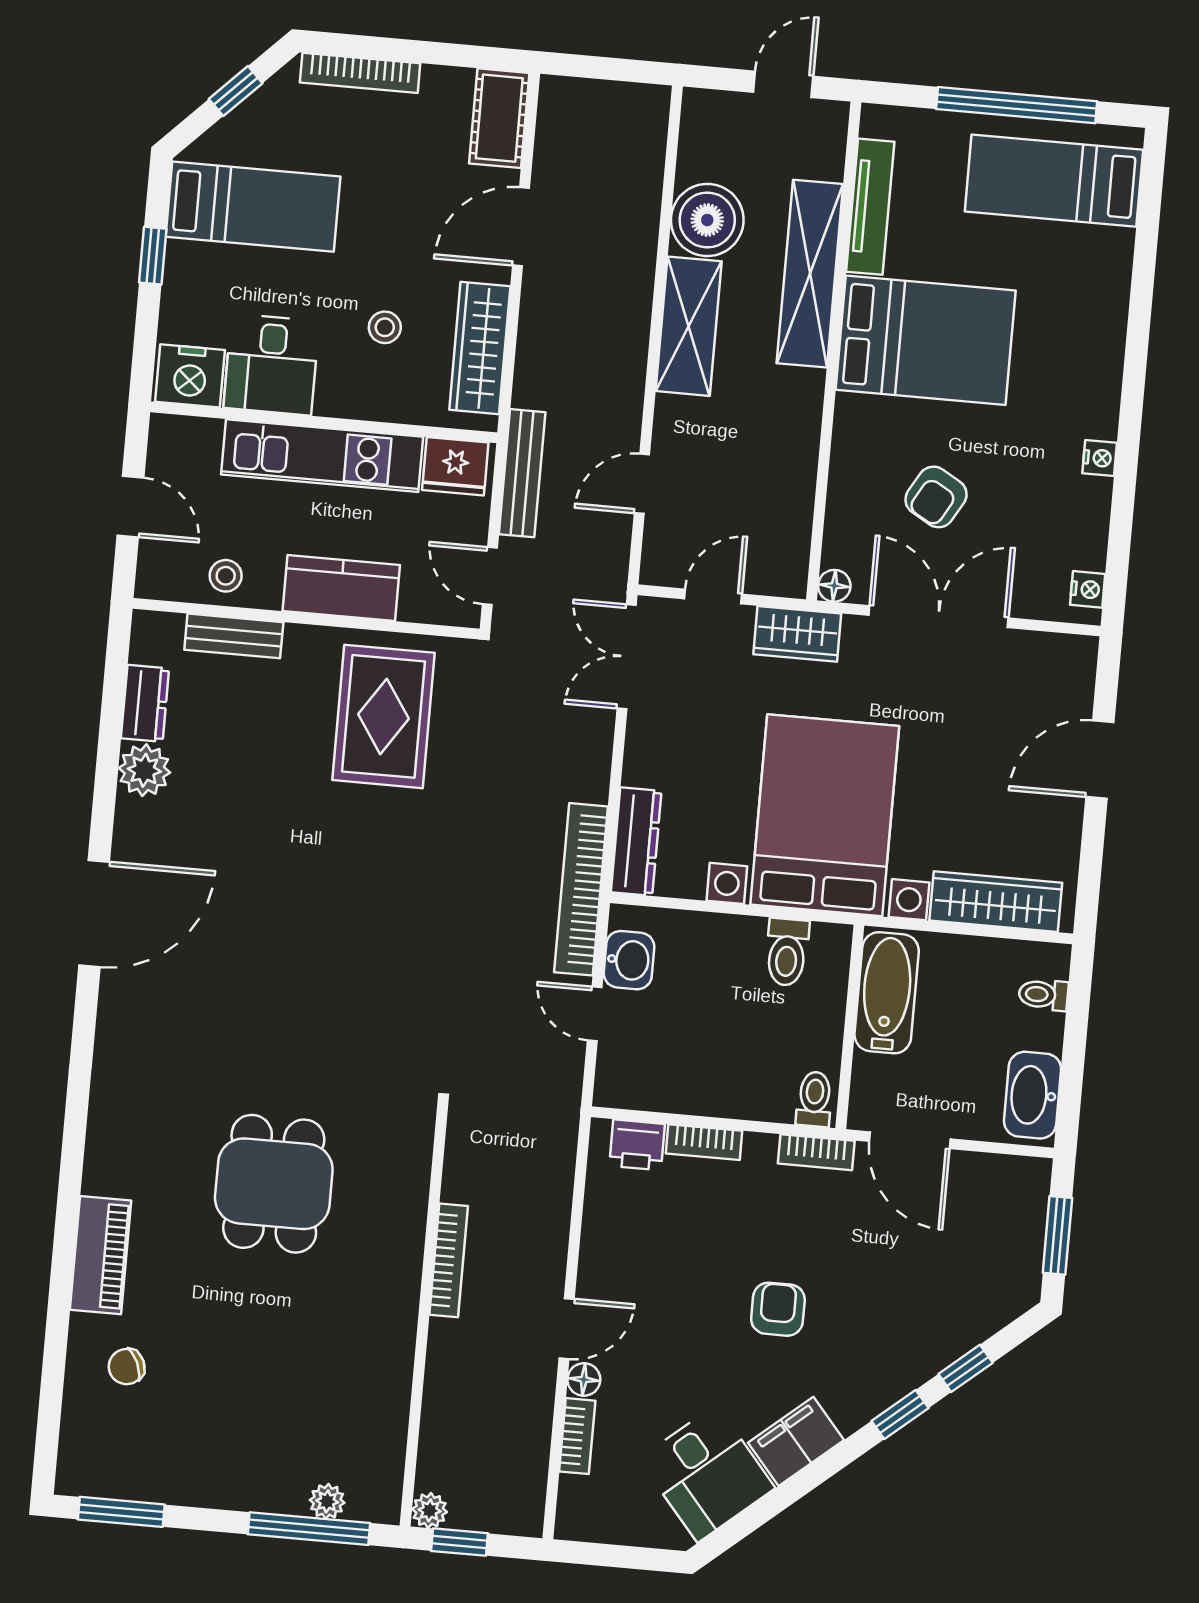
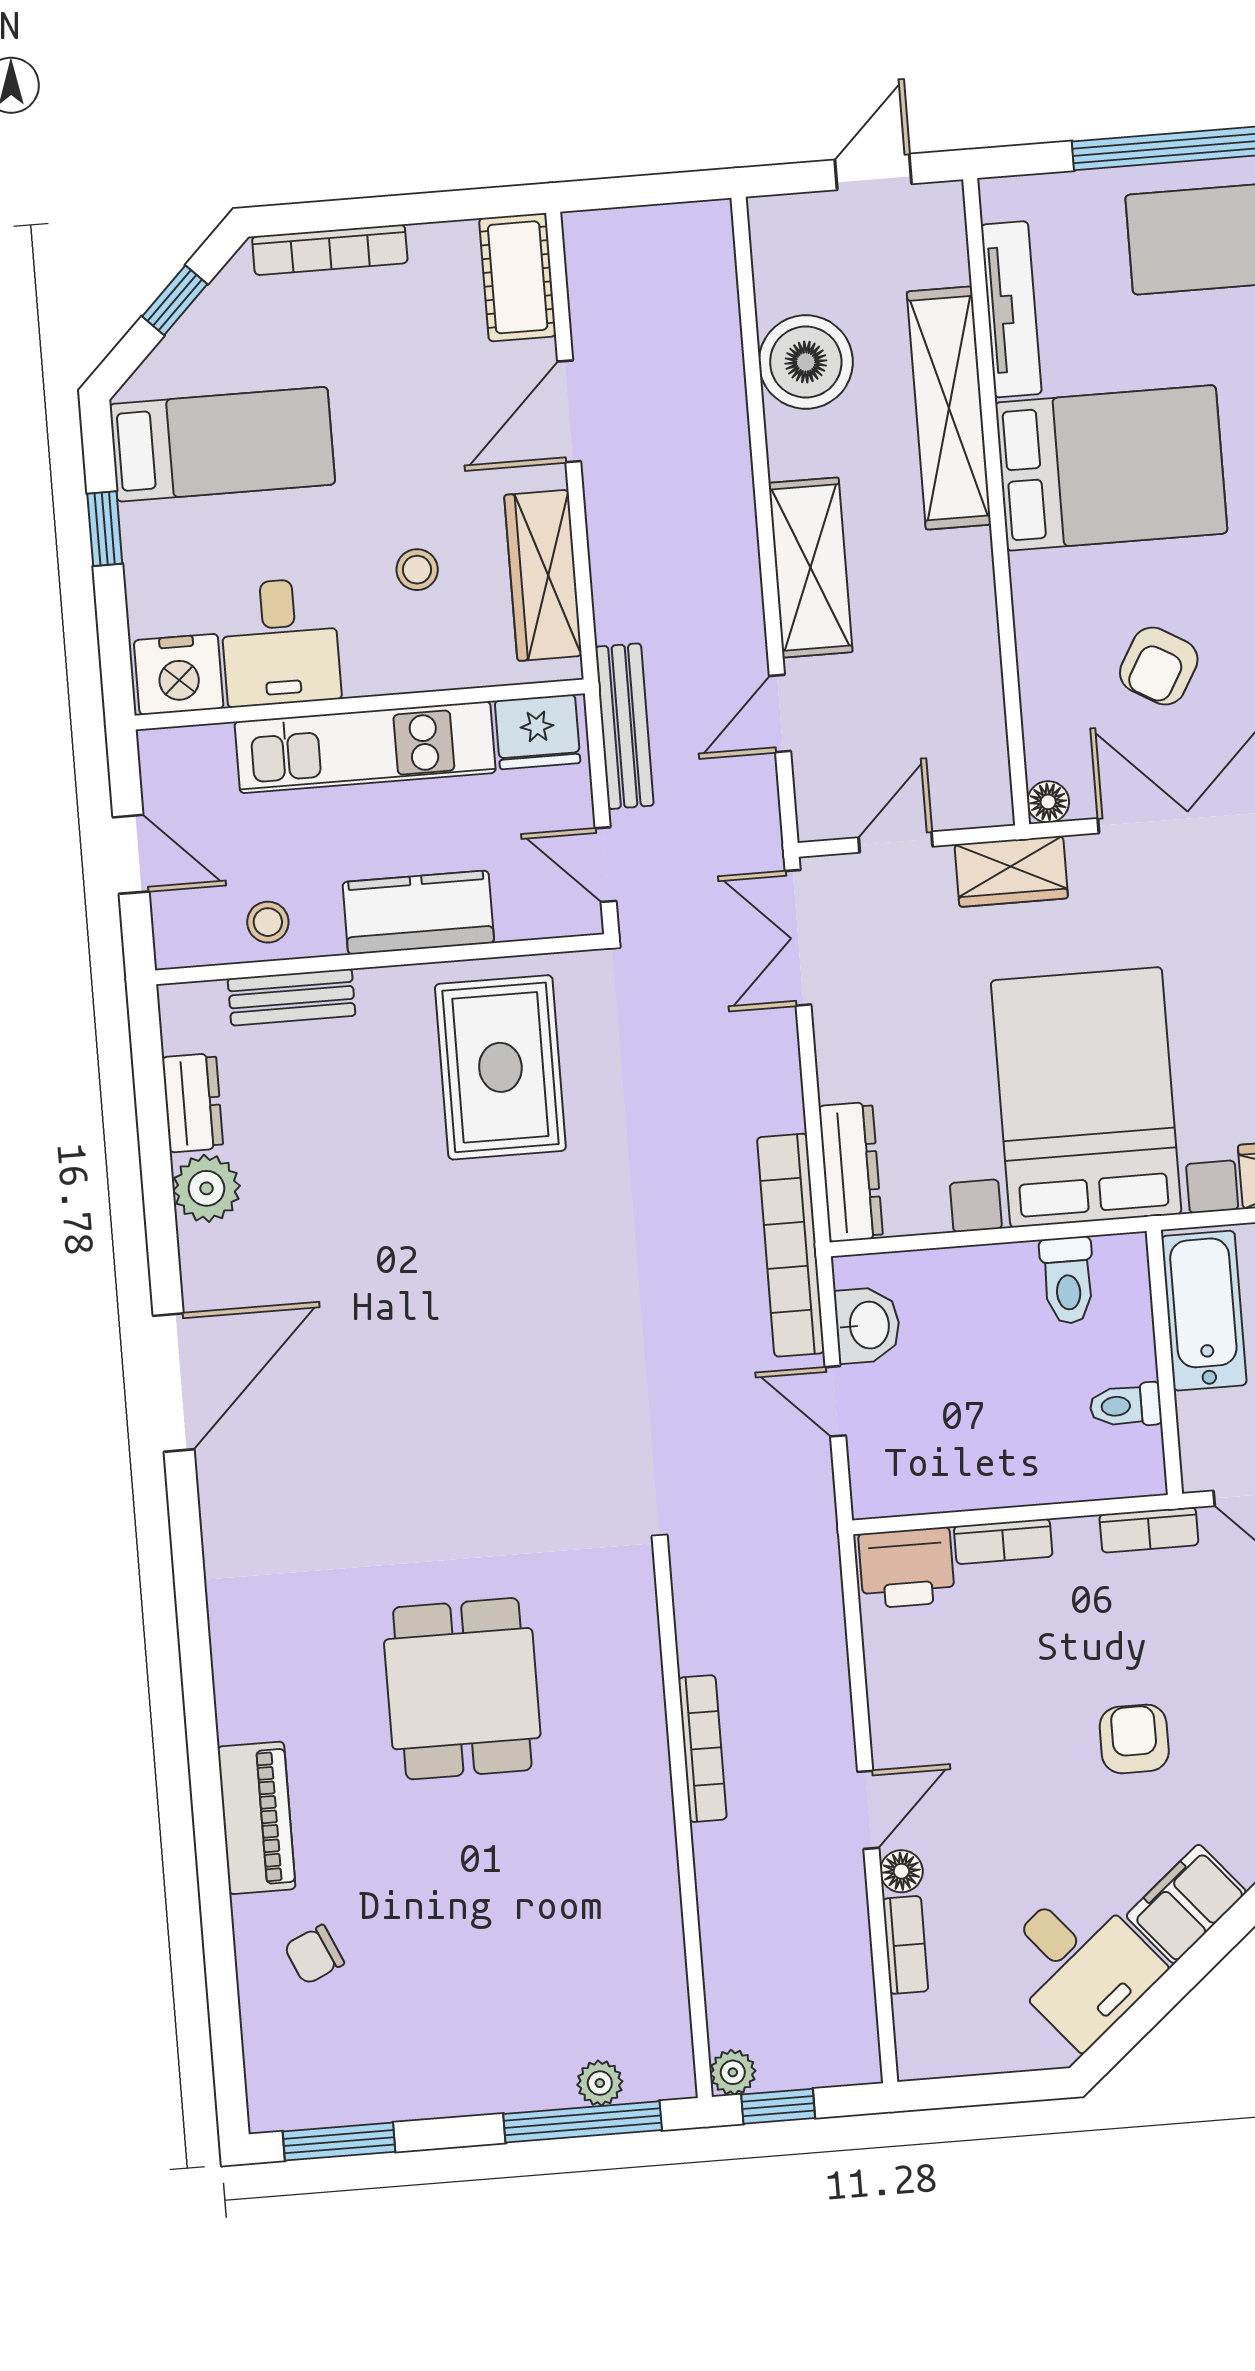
shelving: (689, 326) -> (810, 567), moved
toilet: (814, 1099) -> (1126, 1405), moved, turned -90
printer: (637, 1145) -> (907, 1568), width x1.36, depth x1.24

